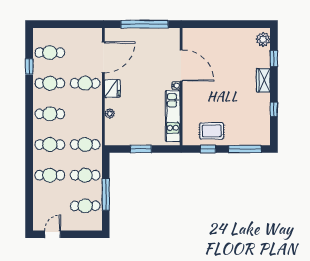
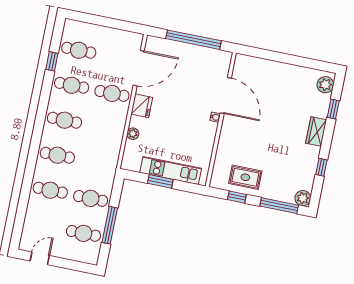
kitchen unit: (173, 116) -> (171, 171), moved, turned 90
plant: (264, 139) -> (303, 198), added
cafe table: (85, 145) -> (98, 163), removed

